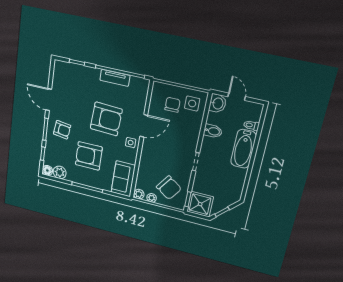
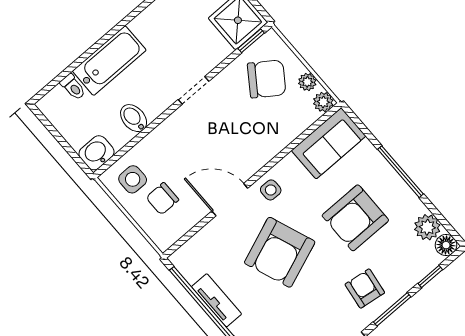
door: (237, 97) -> (63, 143), removed
armchair: (106, 119) -> (280, 252), turned -114
armchair: (89, 156) -> (355, 218), turned 90
chair: (169, 188) -> (267, 79), turned 90

